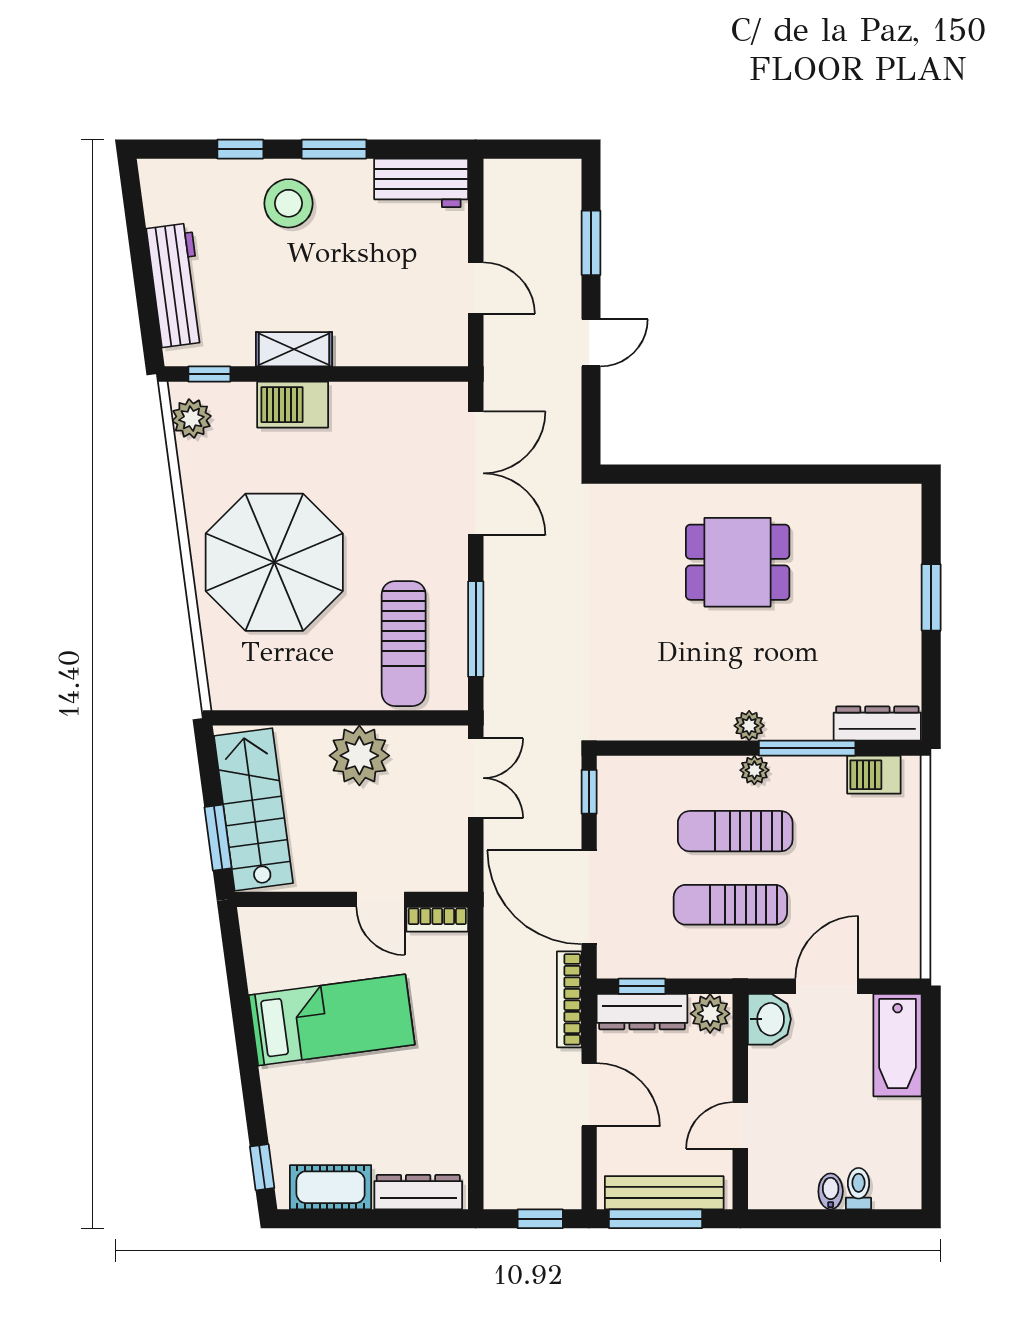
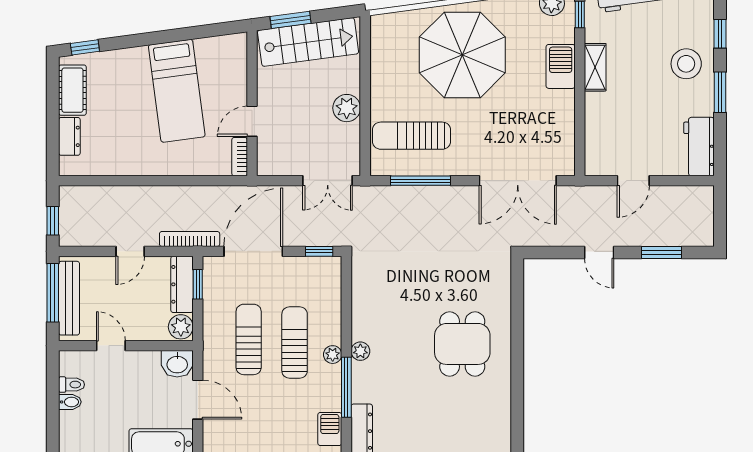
plant: (359, 756) -> (347, 108), width x0.73, depth x0.73
door: (589, 1095) -> (130, 251), width x0.73
toilet: (859, 1189) -> (72, 385), moved
dresser: (418, 1192) -> (69, 136), width x0.70

